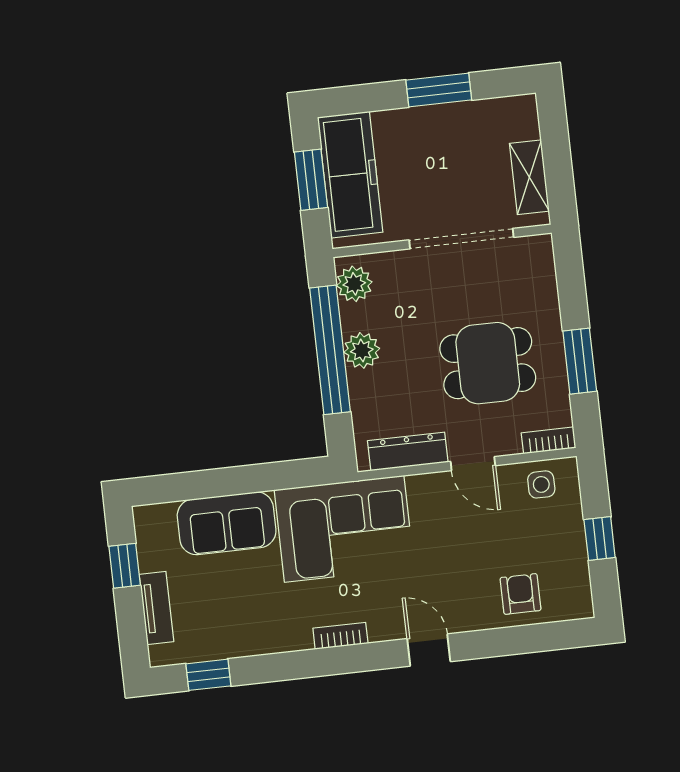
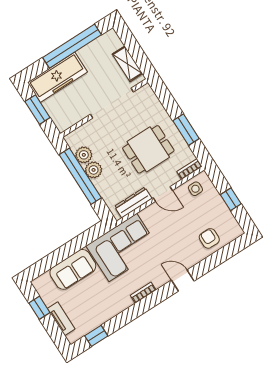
window: (439, 90) -> (72, 46), width x2.11
freezer: (350, 175) -> (57, 77), moved, turned 90
plant: (354, 284) -> (84, 155), moved

